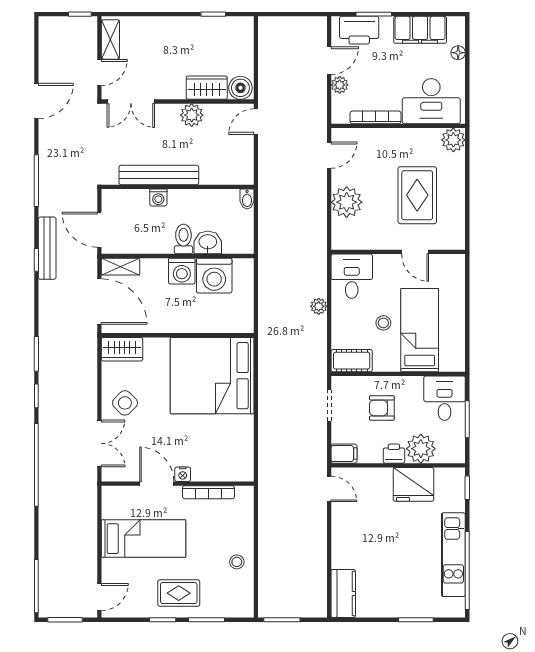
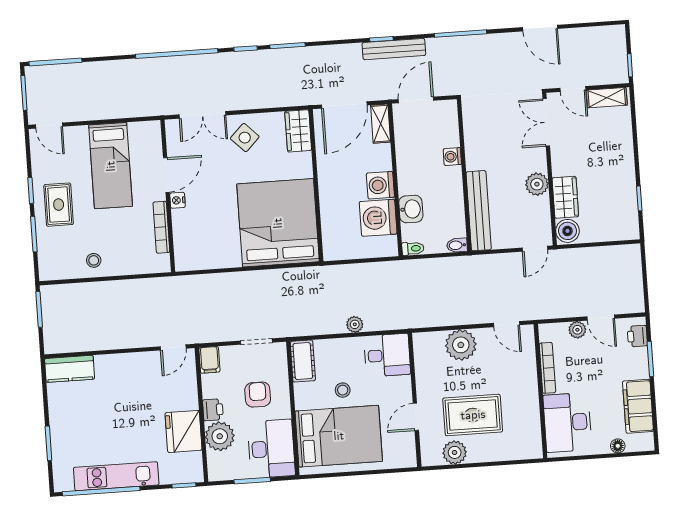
printer: (359, 30) -> (637, 336), width x0.53, depth x0.68
door: (256, 122) -> (535, 249), swing flipped
plant: (453, 140) -> (455, 452), moved
bench: (159, 175) -> (479, 211), moved
toilet: (183, 239) -> (413, 249), moved, width x0.73, depth x0.72
bed: (420, 330) -> (339, 436), width x1.50
desk: (445, 398) -> (271, 449), width x1.37

